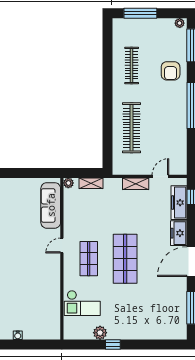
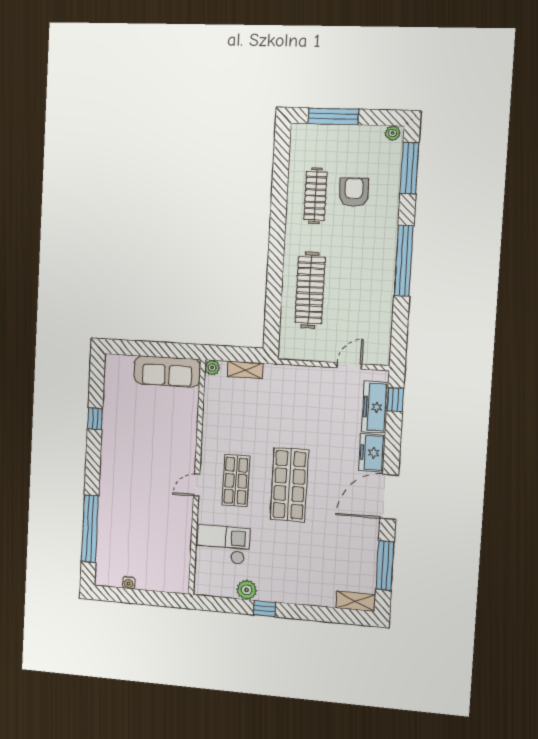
armchair: (171, 71) -> (354, 192), moved, turned 180
shelving: (136, 184) -> (356, 601), moved
sofa: (51, 205) -> (167, 371), moved, turned -90
door: (62, 246) -> (197, 485), moved
checkout: (82, 303) -> (223, 545), turned 180

